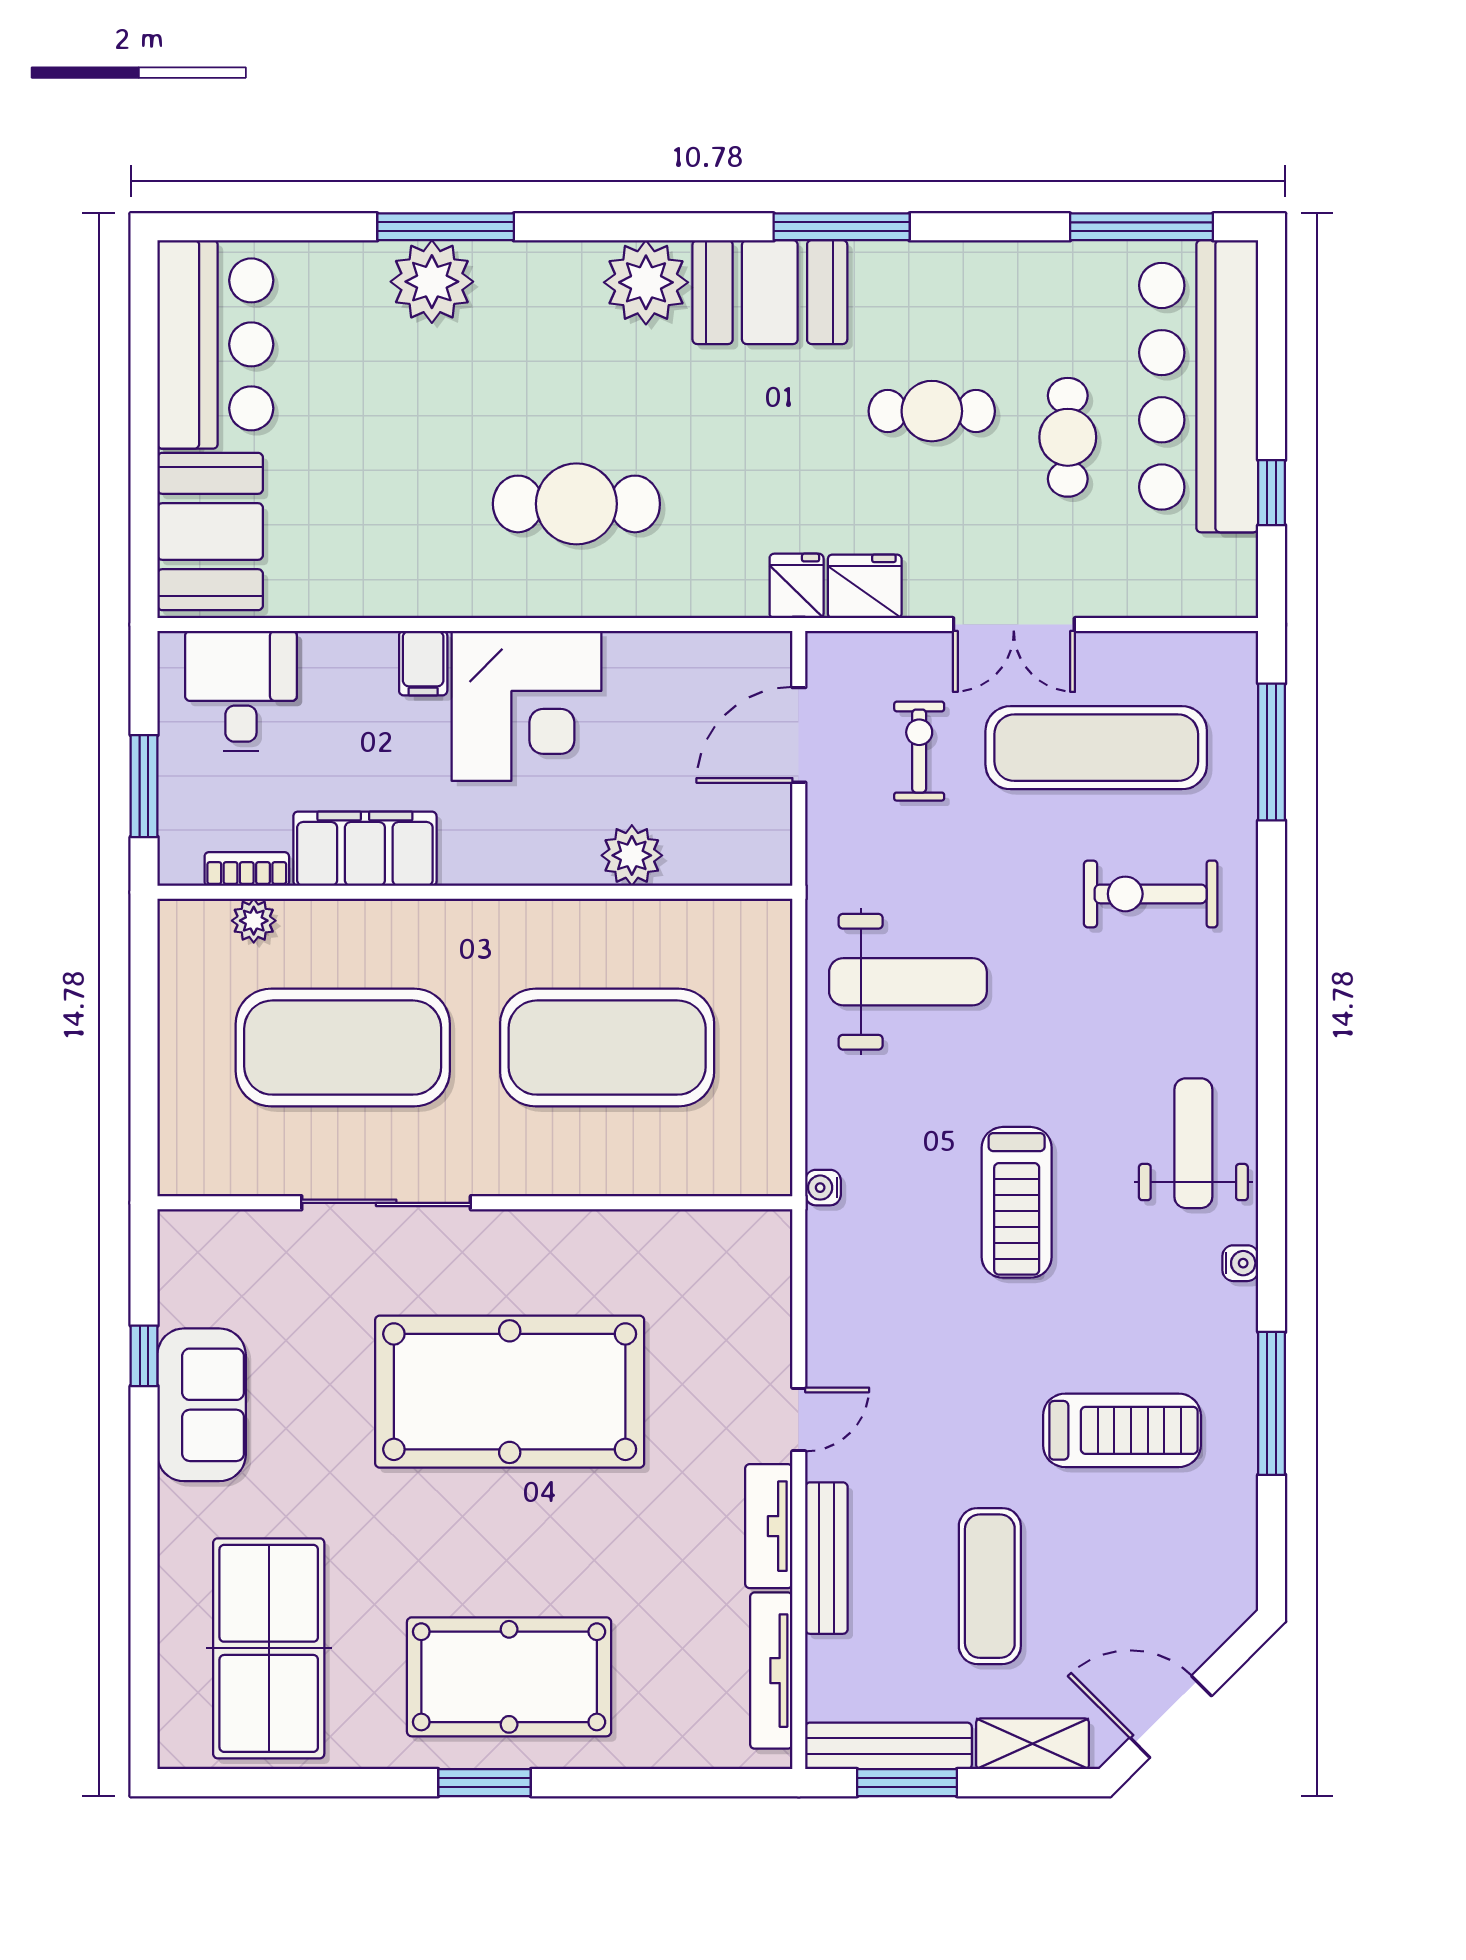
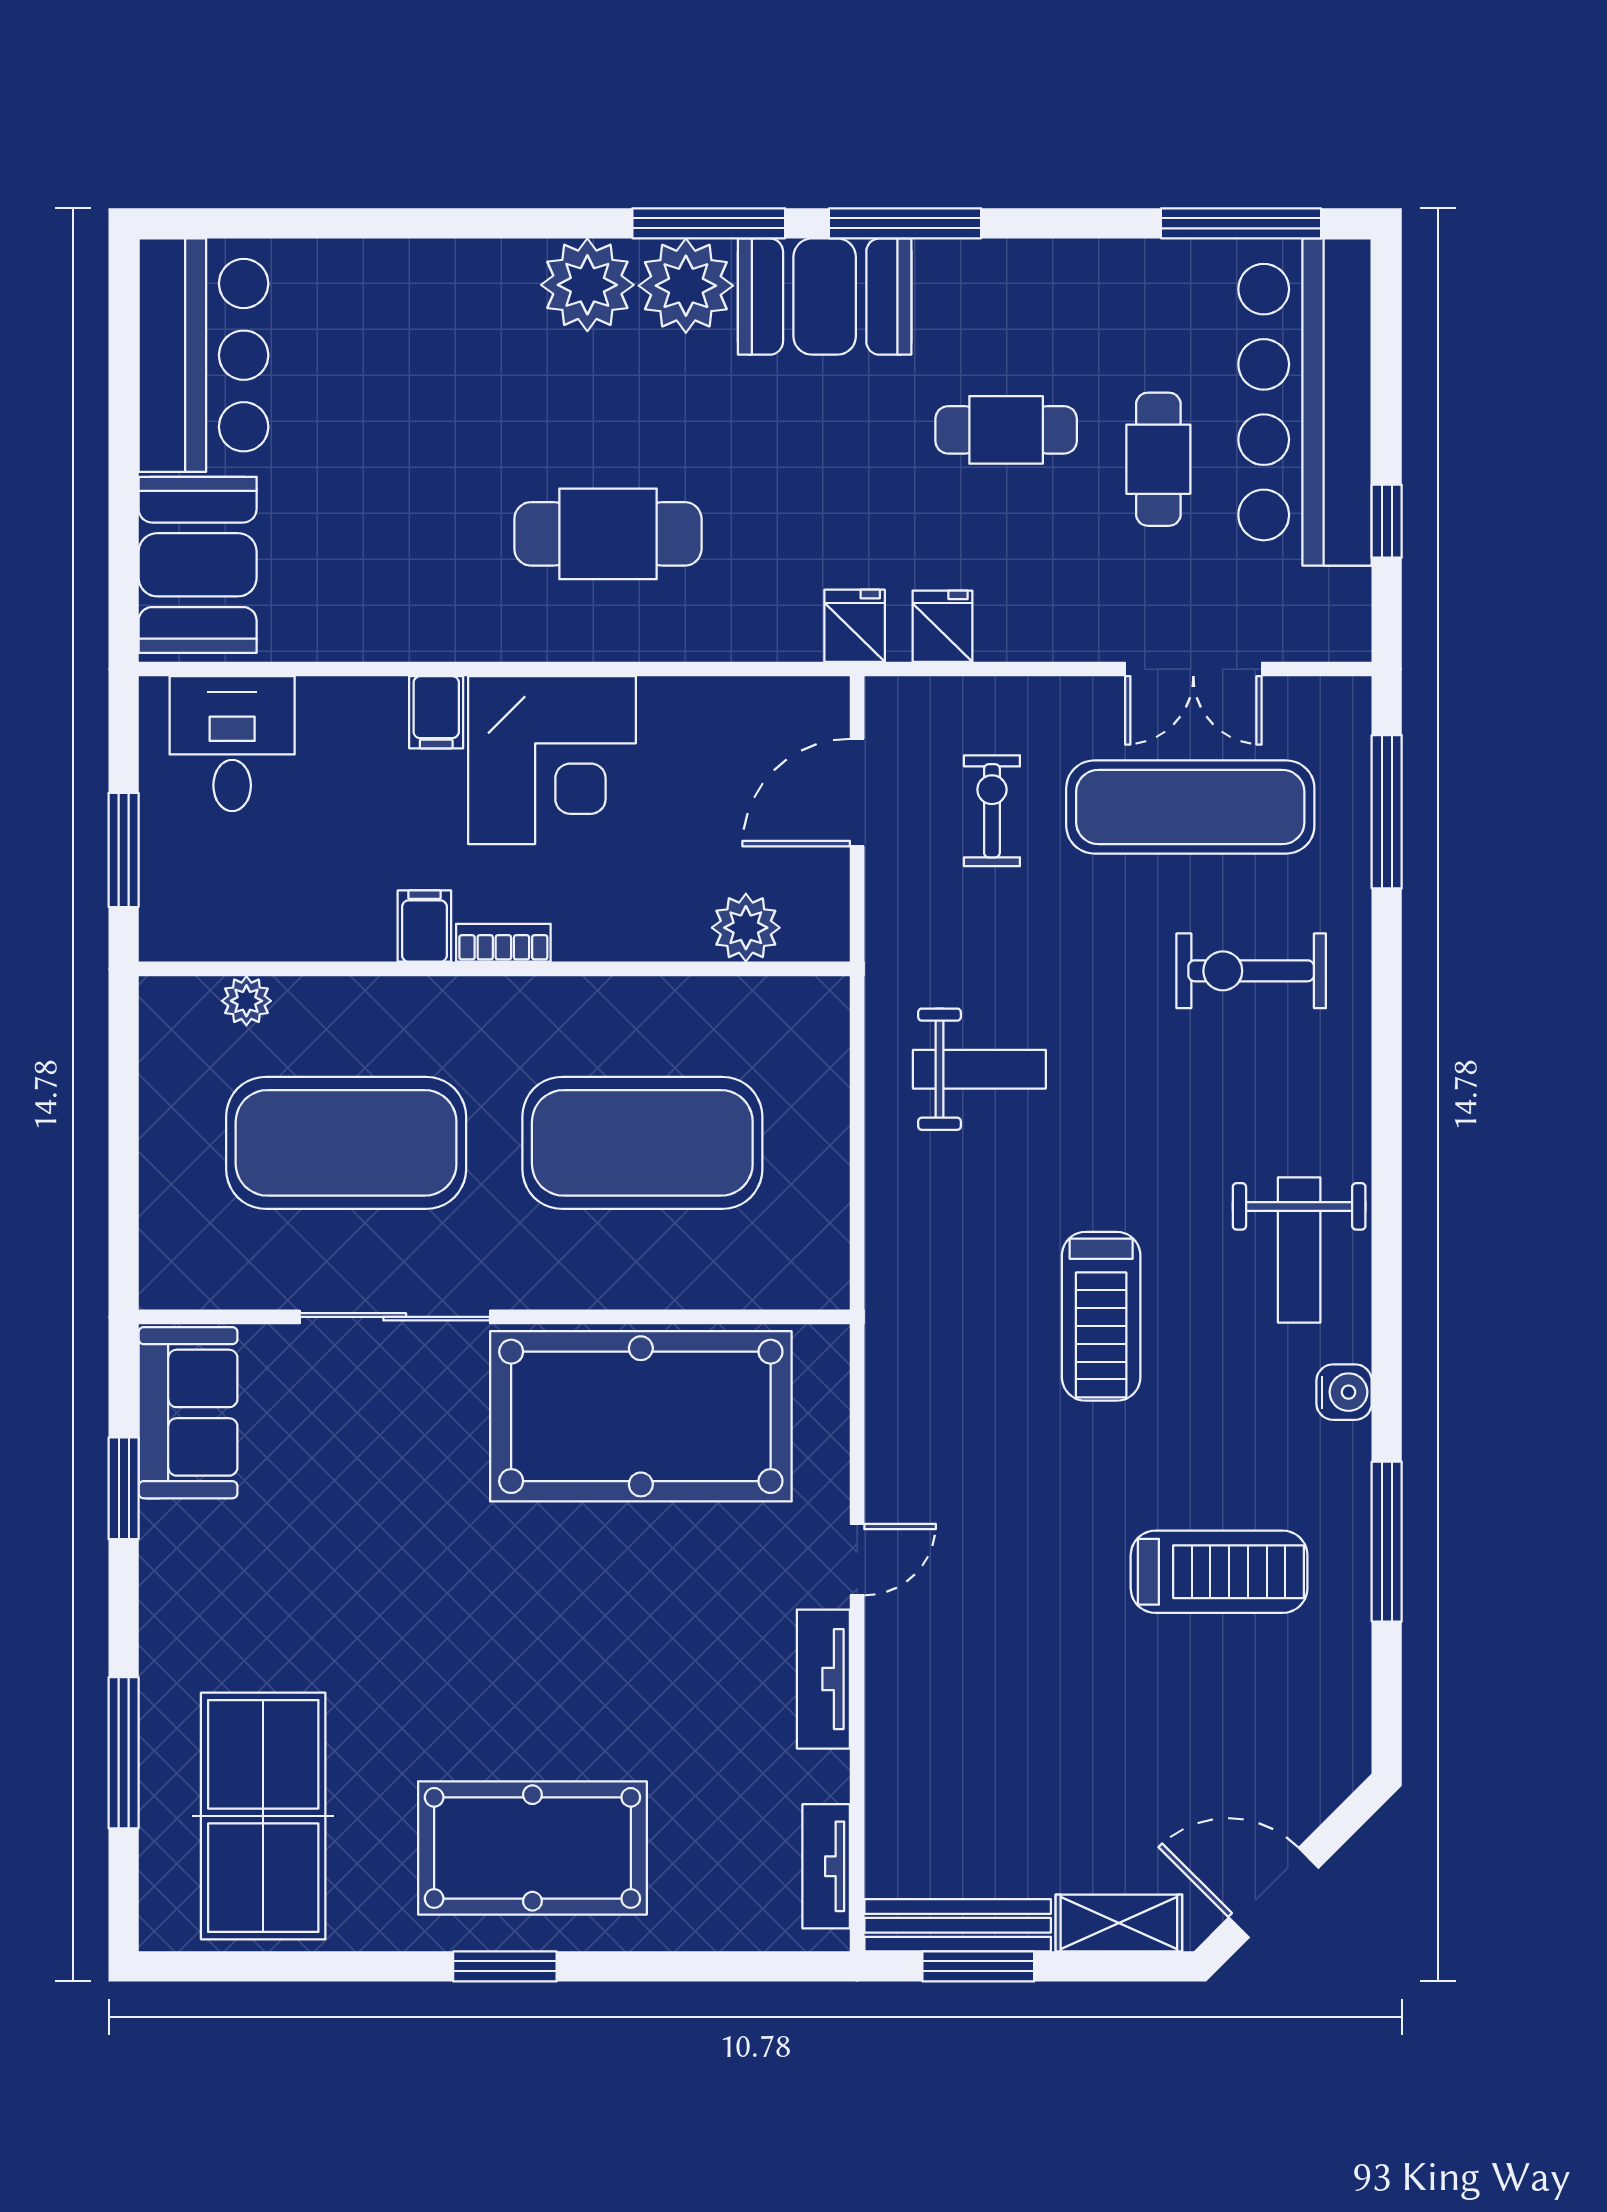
window: (446, 227) -> (709, 223), moved
plant: (432, 282) -> (587, 285), moved
fridge: (865, 586) -> (942, 626), width x0.72
double door: (1014, 625) -> (1193, 669), moved
filing cabinet: (365, 849) -> (424, 926), width x0.33, depth x0.86
plant: (632, 855) -> (746, 928), moved
bookcase: (247, 869) -> (503, 943), moved
weight bench: (908, 982) -> (979, 1069), width x0.73, depth x0.75
weight bench: (1193, 1143) -> (1299, 1250), turned 180
water cooler: (823, 1188) -> (884, 1300), removed
water cooler: (1240, 1263) -> (1344, 1392), width x1.38, depth x1.38
window: (144, 1356) -> (124, 1488), width x1.50
pool table: (510, 1392) -> (641, 1416), moved
sofa: (202, 1405) -> (188, 1413), moved
bench: (826, 1558) -> (888, 1715), removed
exercise mat: (990, 1586) -> (1071, 1746), removed
window: (144, 1592) -> (124, 1753), added
tv unit: (771, 1671) -> (826, 1866), width x0.71

